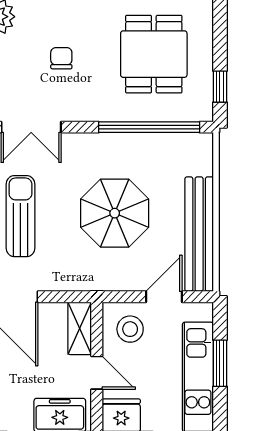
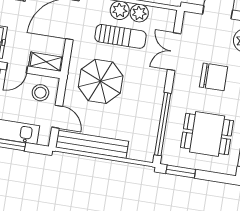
chair: (61, 58) -> (214, 77), width x1.87, depth x1.87
window: (220, 87) -> (181, 172), width x1.50
parasol: (115, 213) -> (101, 81), moved

